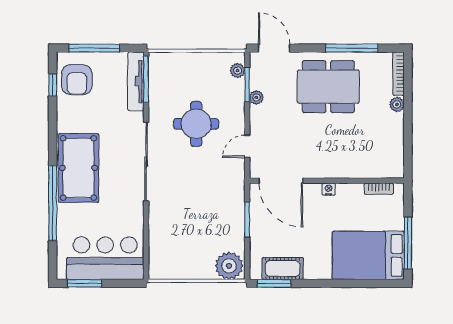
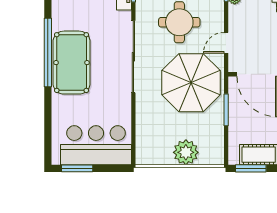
parasol: (209, 190) -> (191, 83), added
window: (53, 203) -> (48, 53), moved
plant: (229, 266) -> (186, 152), moved

